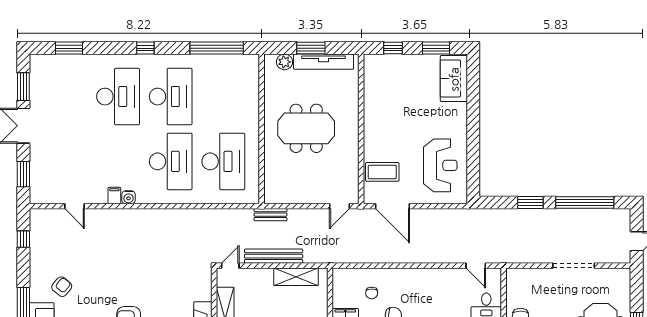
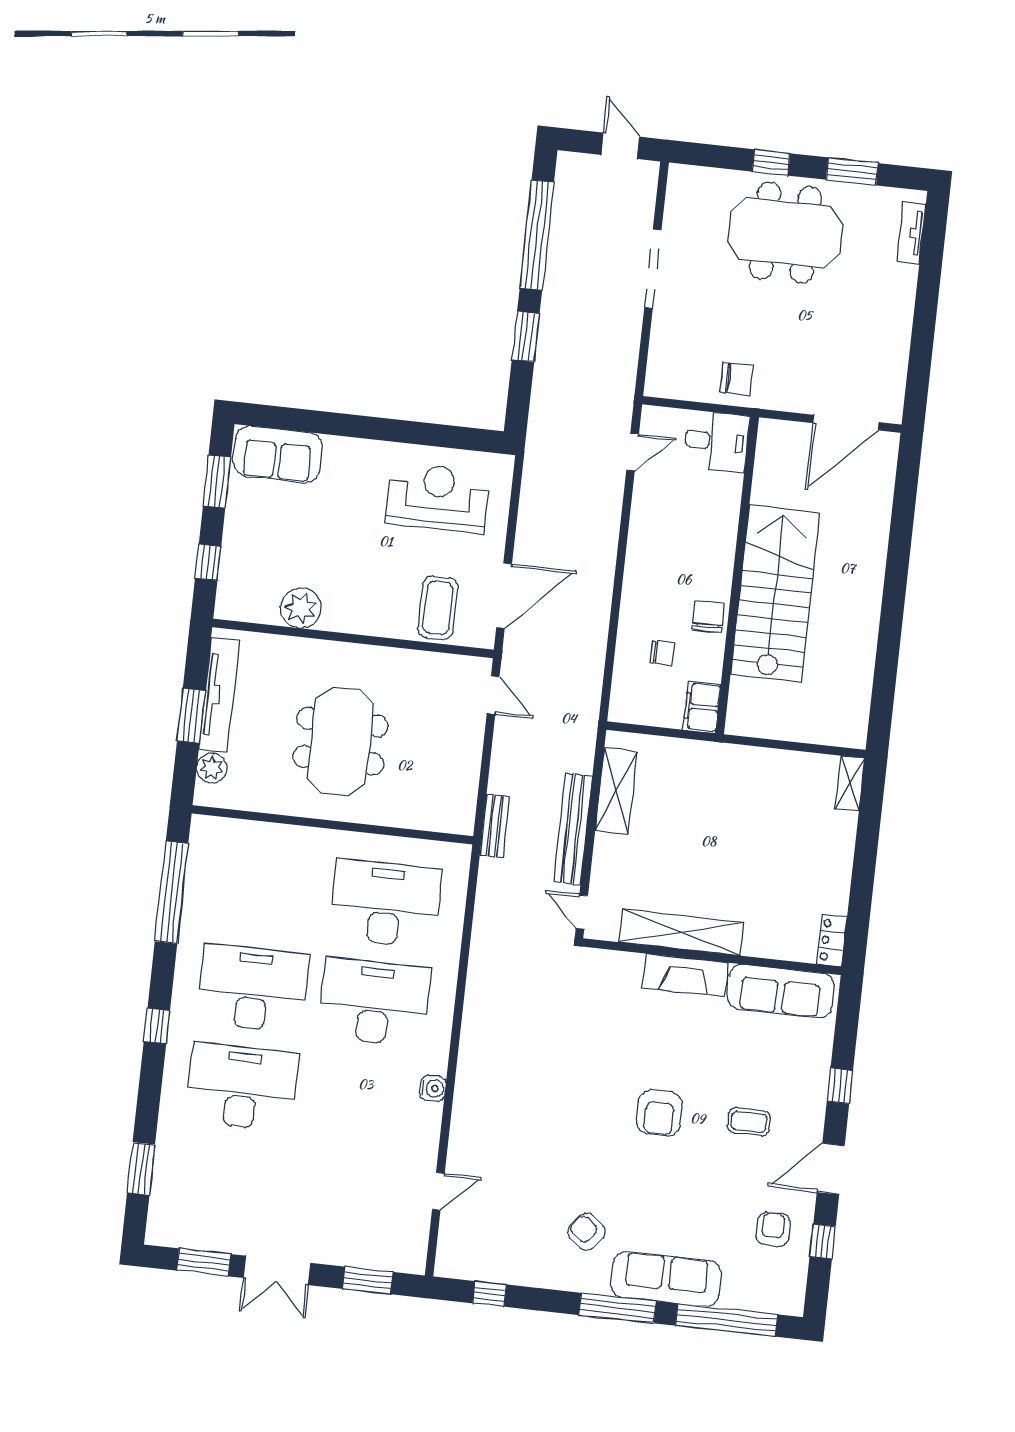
plant: (374, 100) -> (301, 608), added
filing cabinet: (114, 196) -> (427, 1114), removed

